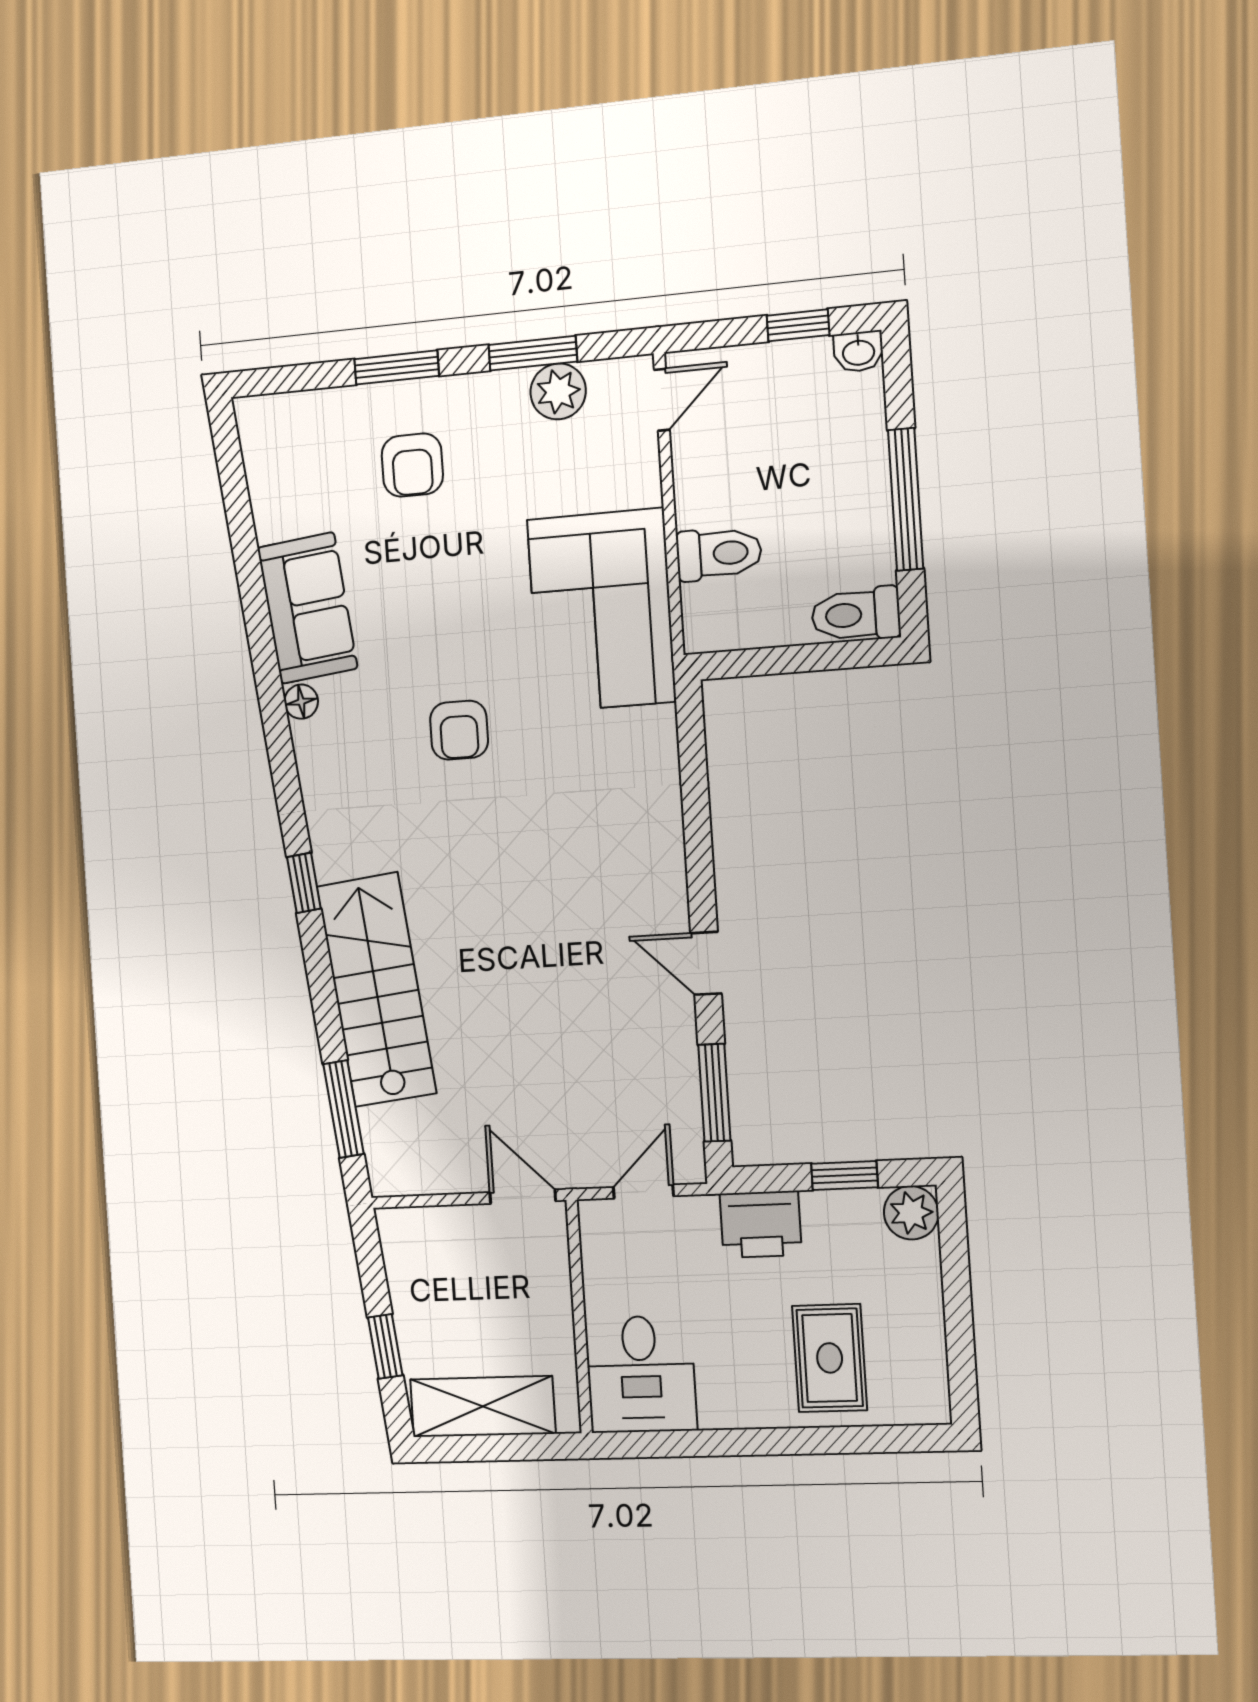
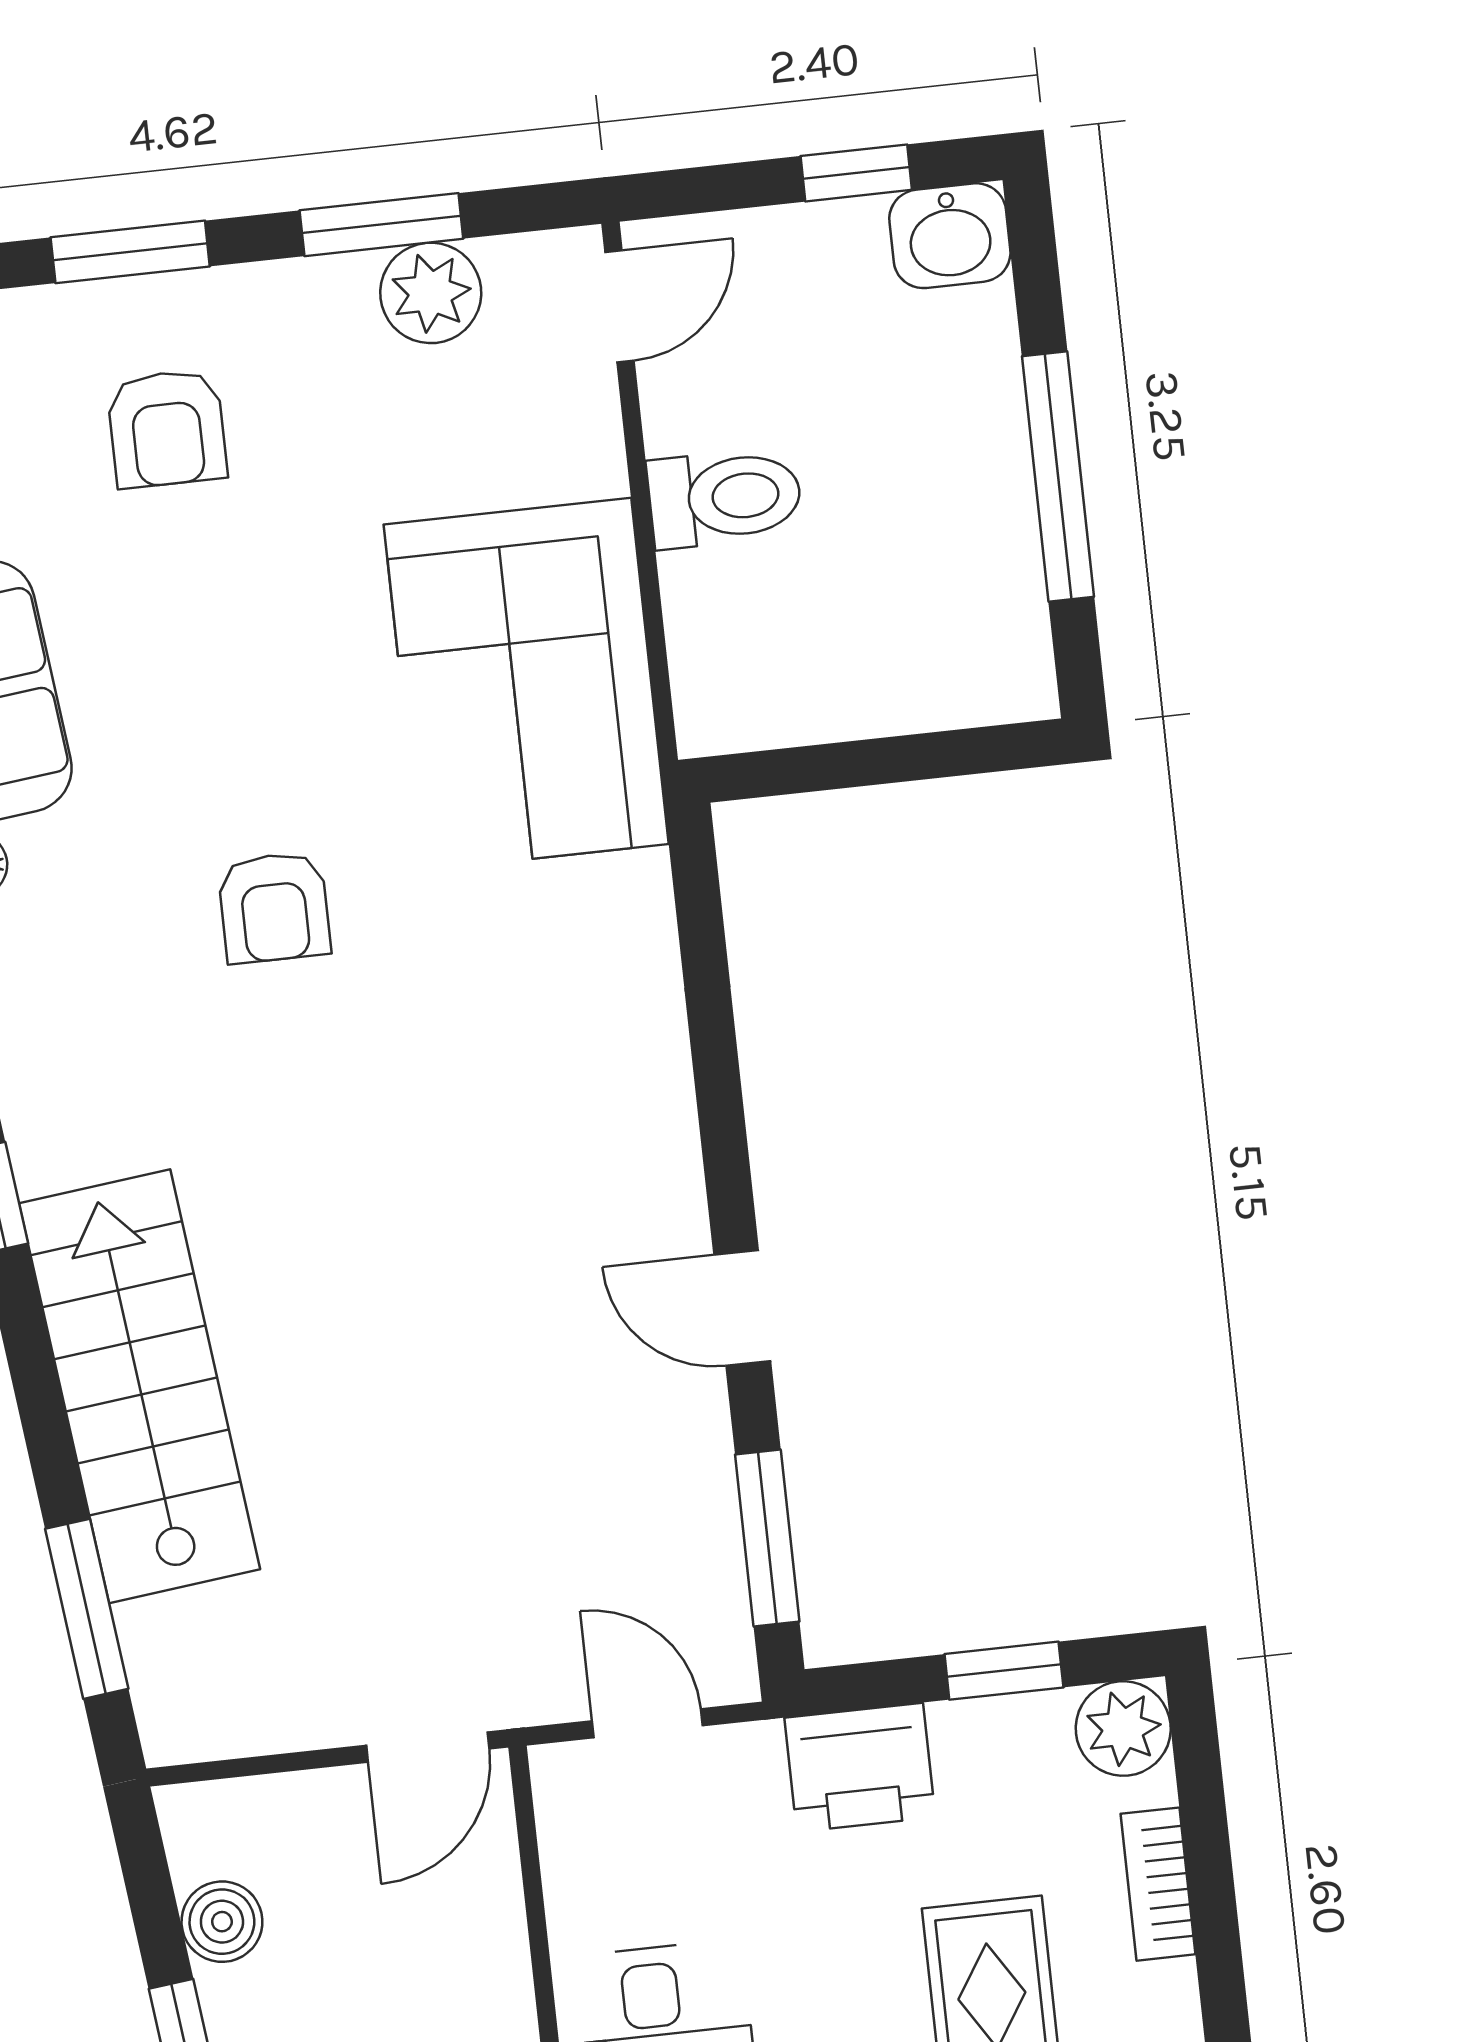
washbasin: (858, 352) -> (950, 236), width x1.38, depth x1.45
toilet: (719, 554) -> (725, 498), moved
toilet: (856, 615) -> (980, 680), removed
door: (643, 1192) -> (647, 1723), hinge flipped
door: (523, 1197) -> (428, 1747), swing flipped
boiler: (408, 1284) -> (222, 1922), added
bookcase: (927, 1302) -> (1158, 1884), added

